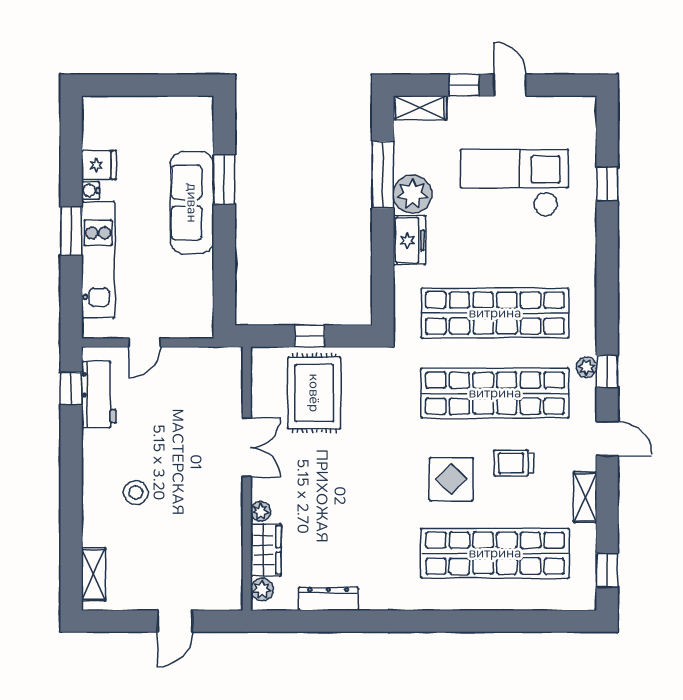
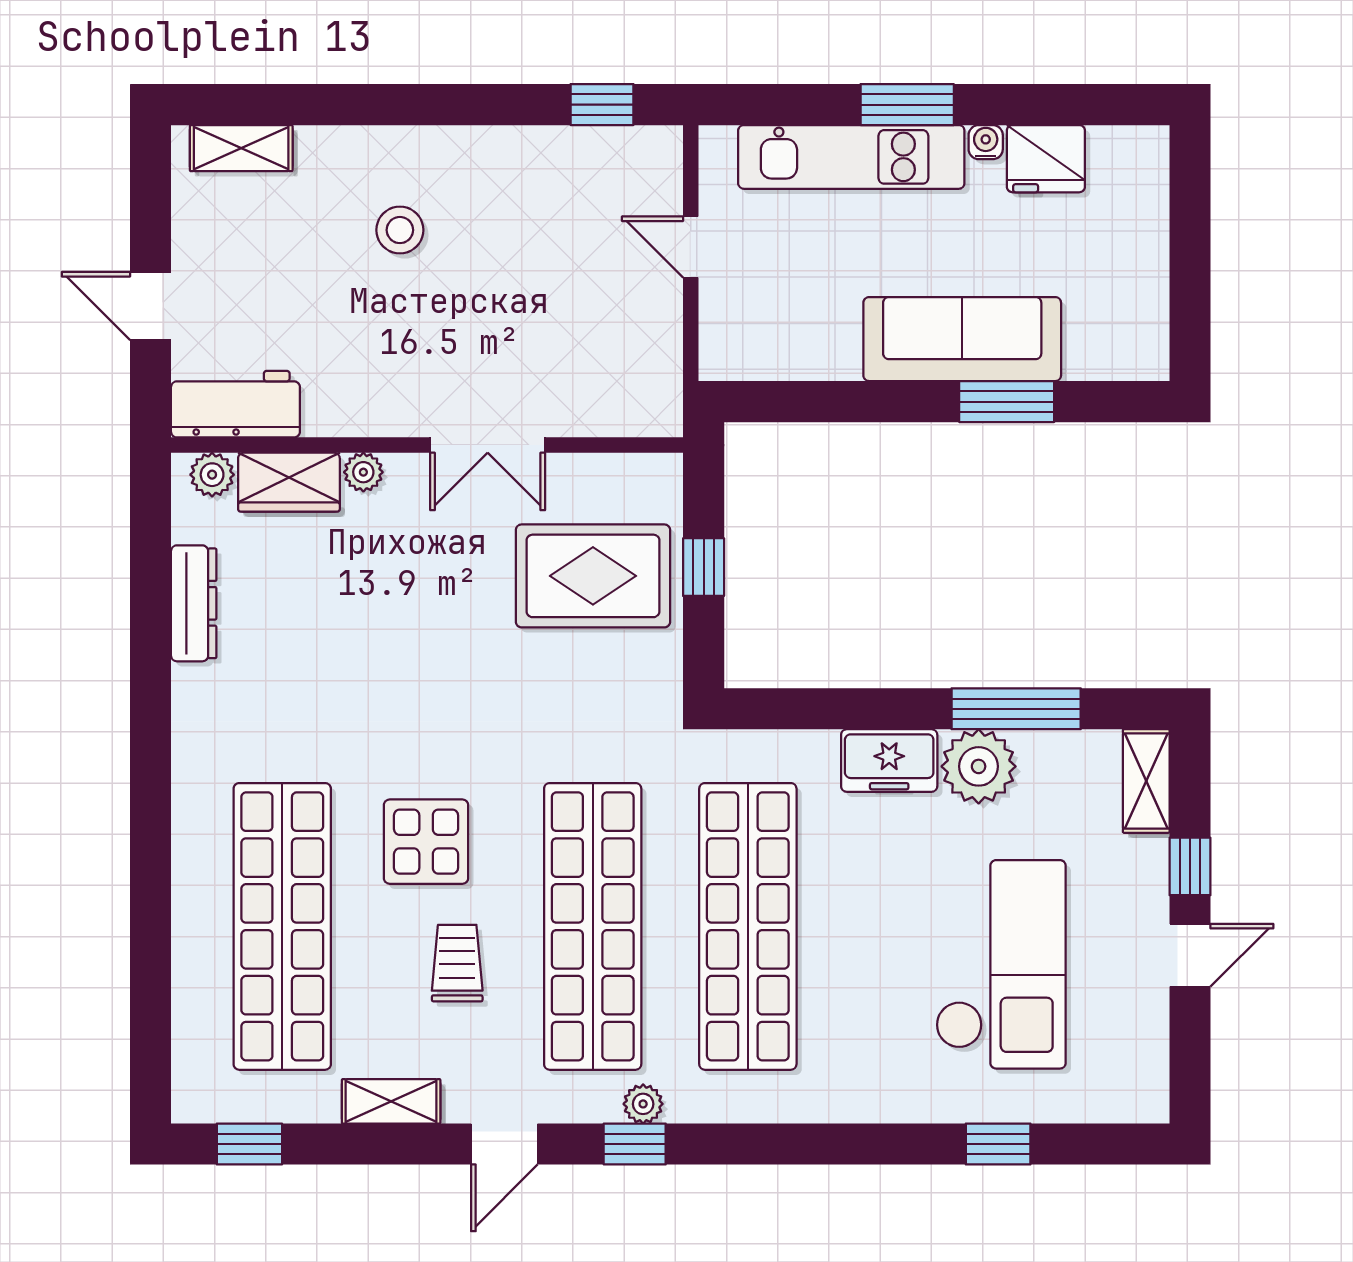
fridge: (99, 165) -> (1046, 159), width x1.38
workbench: (99, 395) -> (235, 404), moved, turned 180

